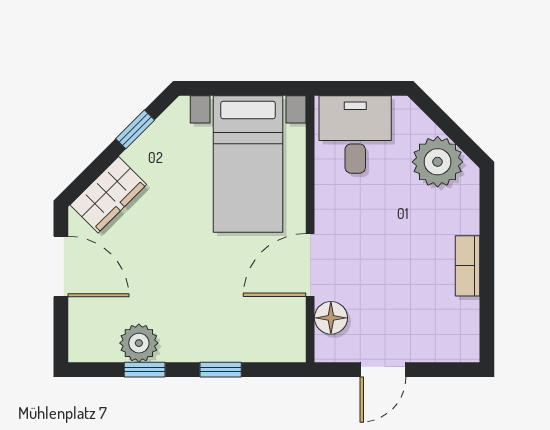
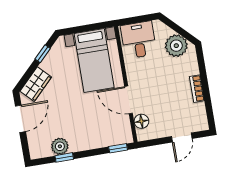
door: (310, 265) -> (129, 100), hinge flipped
door: (61, 267) -> (20, 119), hinge flipped
window: (221, 370) -> (118, 148), moved
door: (383, 370) -> (182, 138), moved

